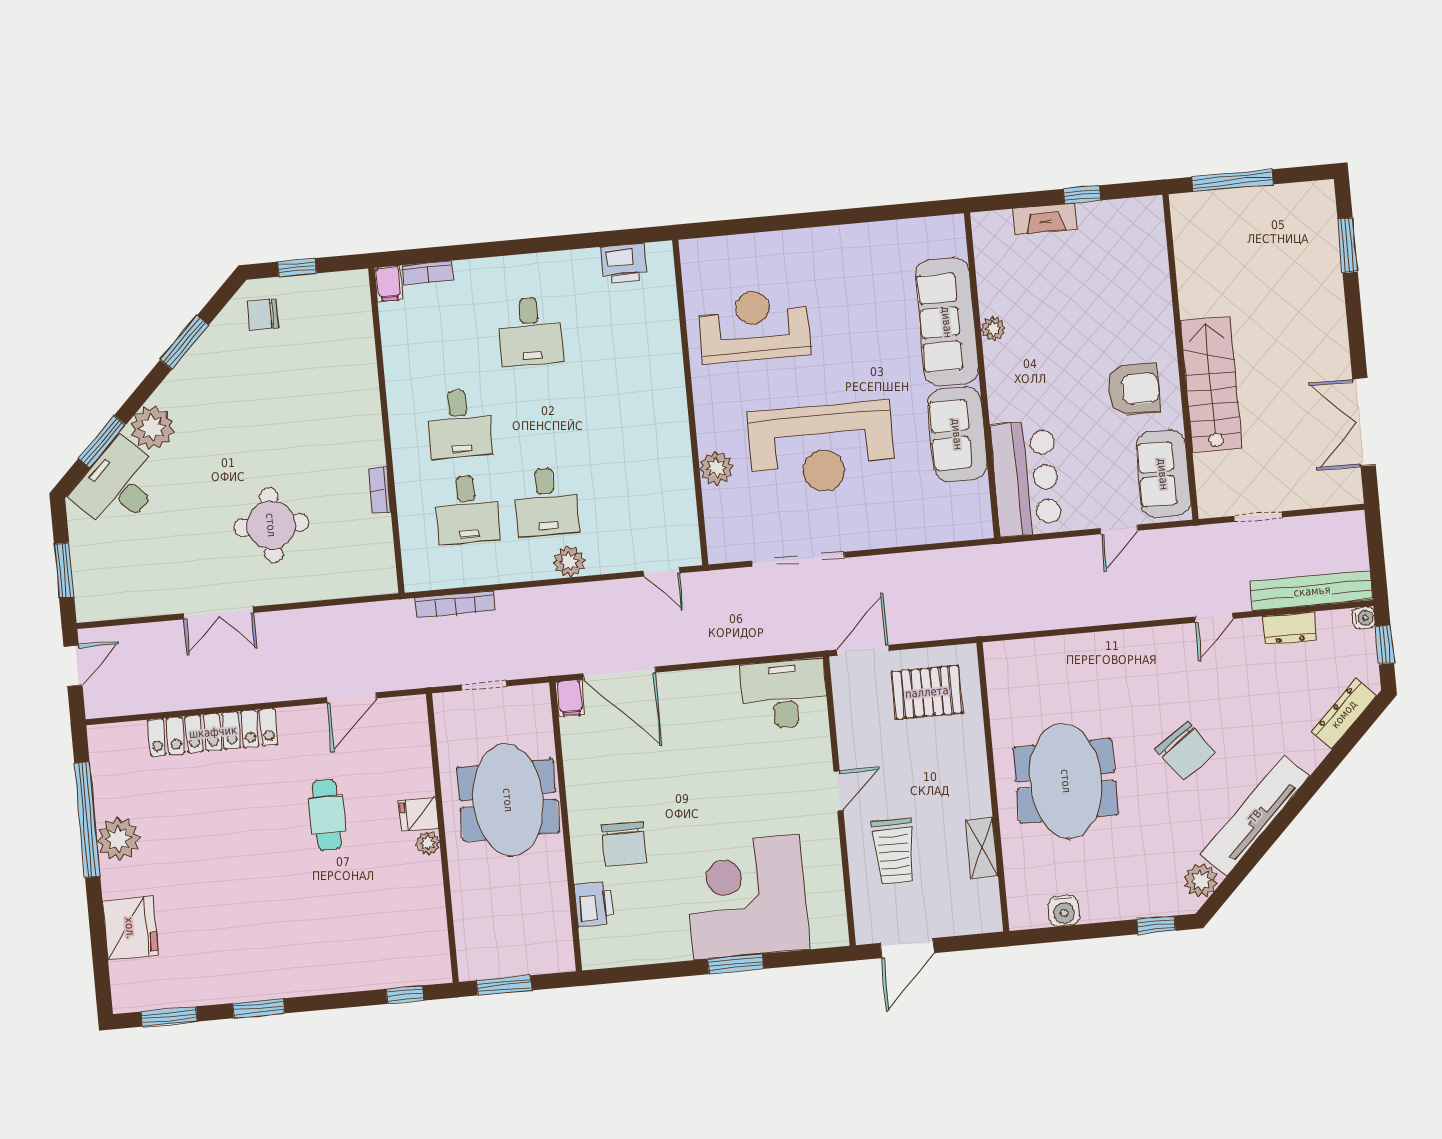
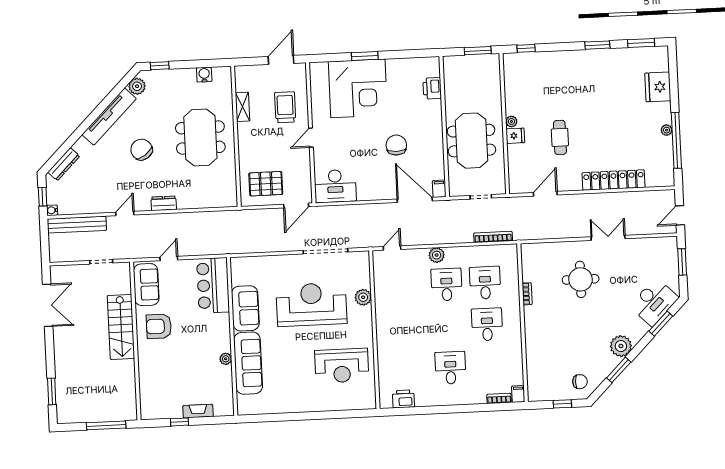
plant: (152, 428) -> (621, 346), moved
door: (662, 572) -> (392, 248), hinge flipped
dresser: (1289, 628) -> (164, 203), moved
plant: (118, 839) -> (667, 130), width x0.53, depth x0.53
chair: (624, 844) -> (396, 145), moved

